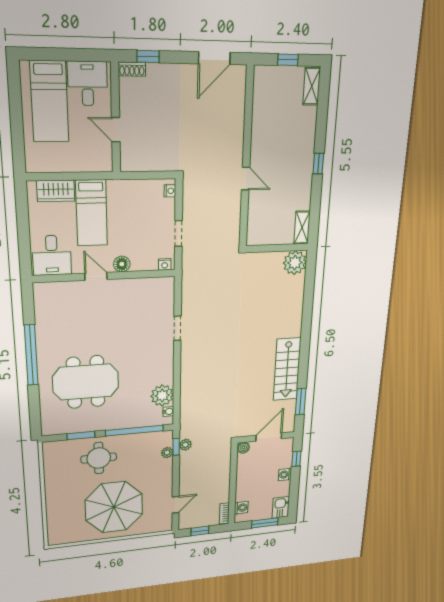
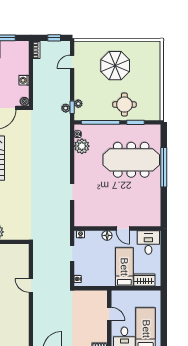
window: (31, 355) -> (164, 167), moved
meeting table: (86, 382) -> (131, 160), width x1.36
parasol: (114, 507) -> (115, 66), width x0.73, depth x0.73
washing machine: (241, 508) -> (24, 80), moved

